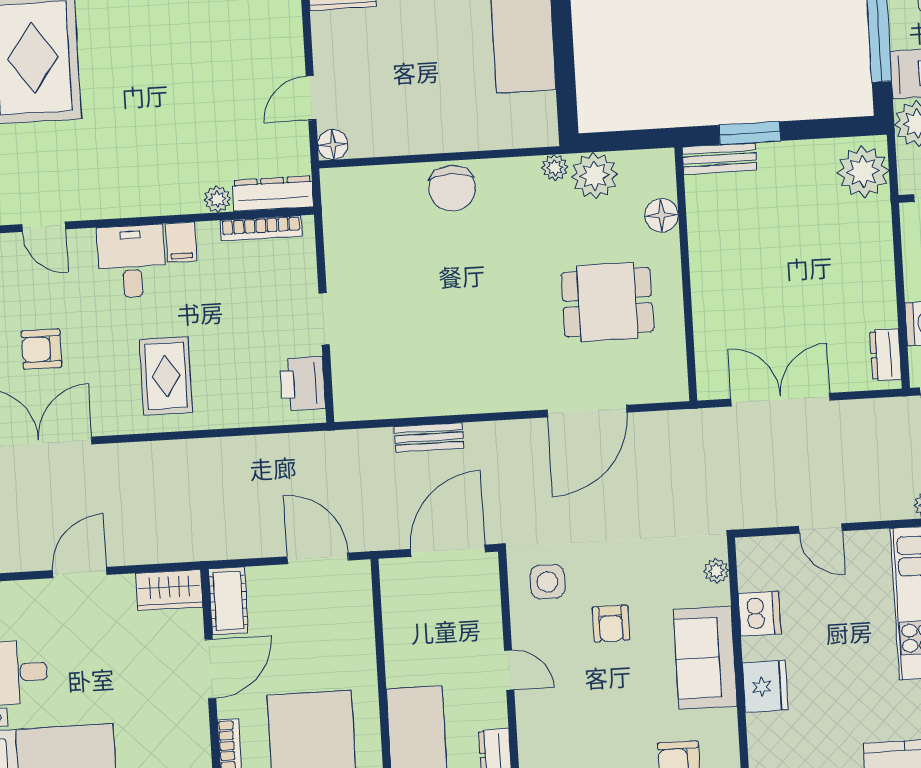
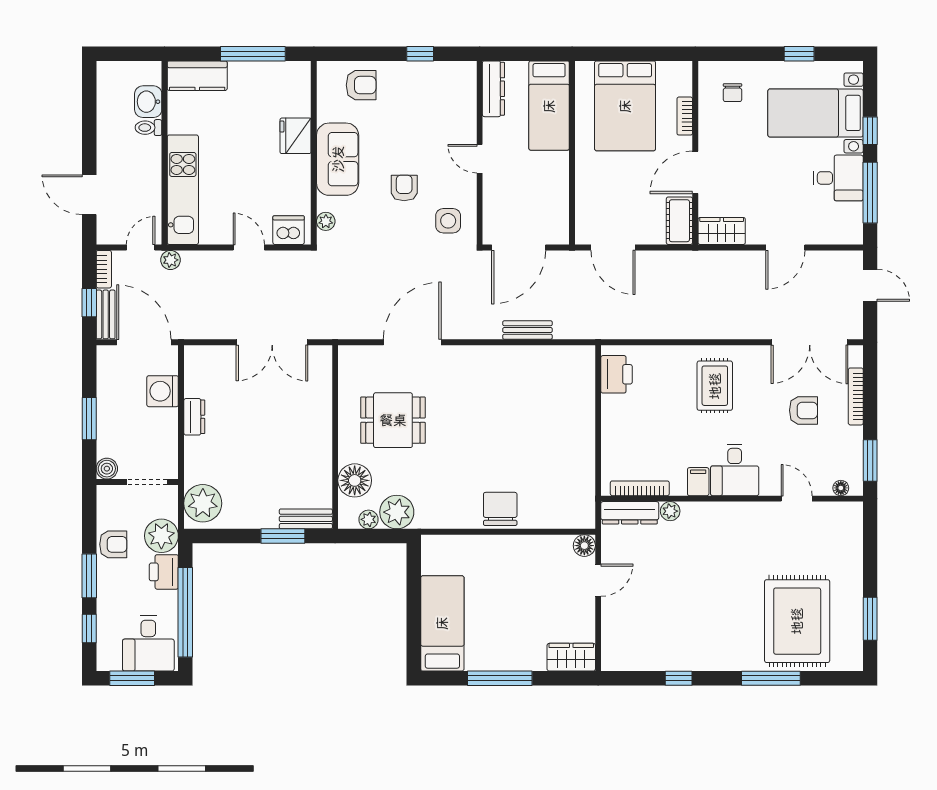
plant: (555, 168) -> (369, 519), moved
floor lamp: (662, 215) -> (355, 480), width x1.38, depth x1.38
doorway: (324, 319) -> (598, 420), removed
dresser: (886, 355) -> (194, 417), moved
dishwasher: (760, 614) -> (289, 230), moved, turned 90

